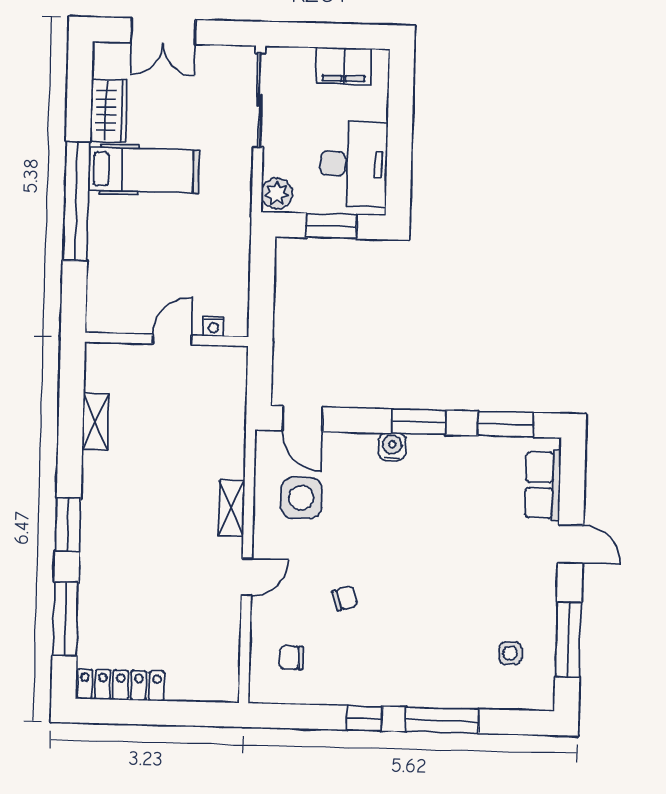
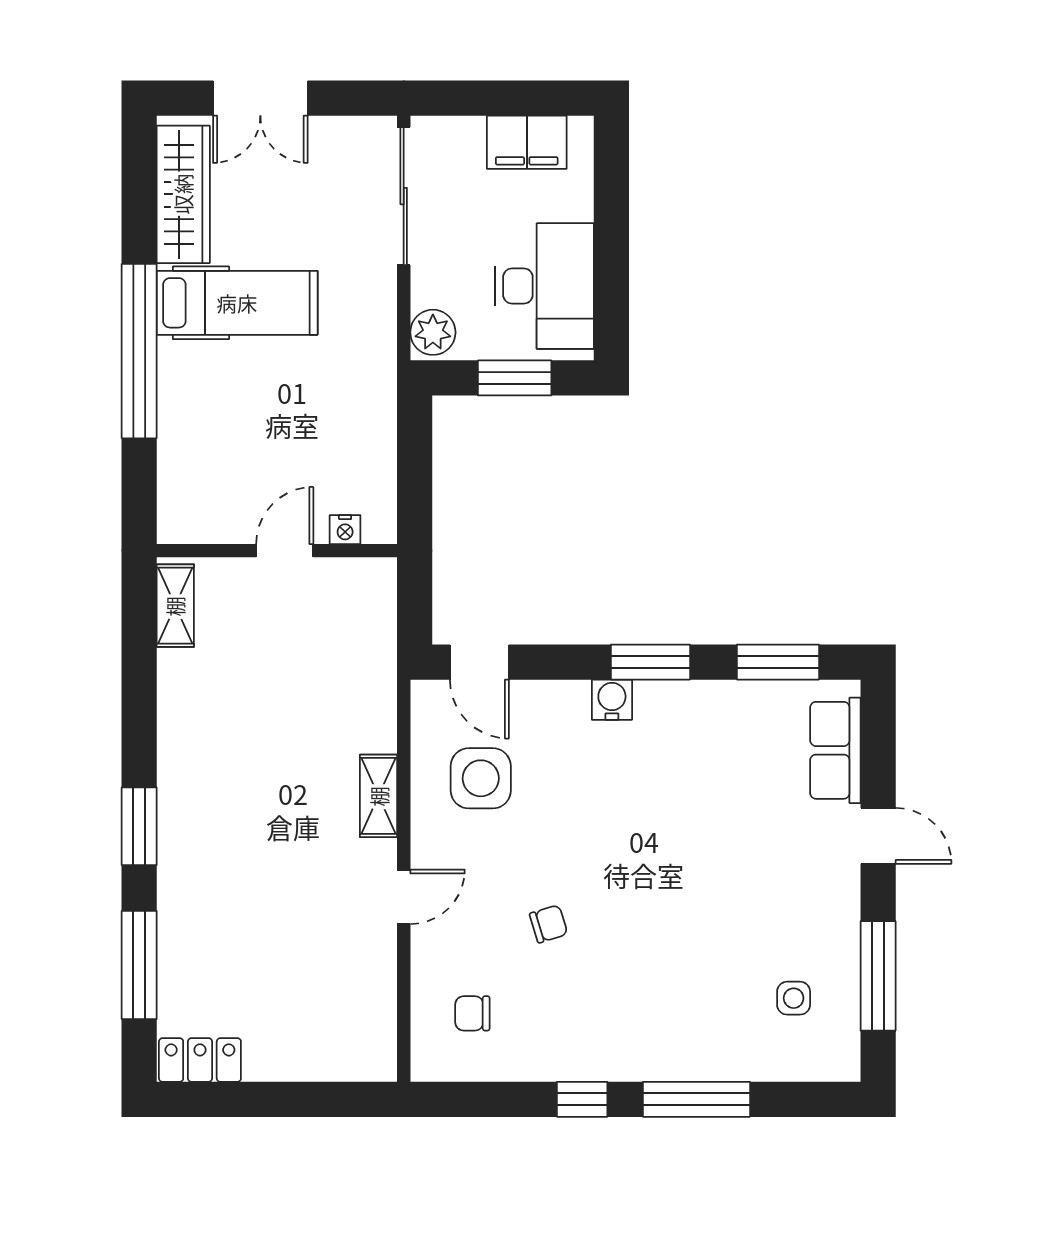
wardrobe: (109, 111) -> (183, 194), width x1.50
shelving: (95, 422) -> (175, 606), moved
locker: (121, 685) -> (200, 1060), width x0.66

